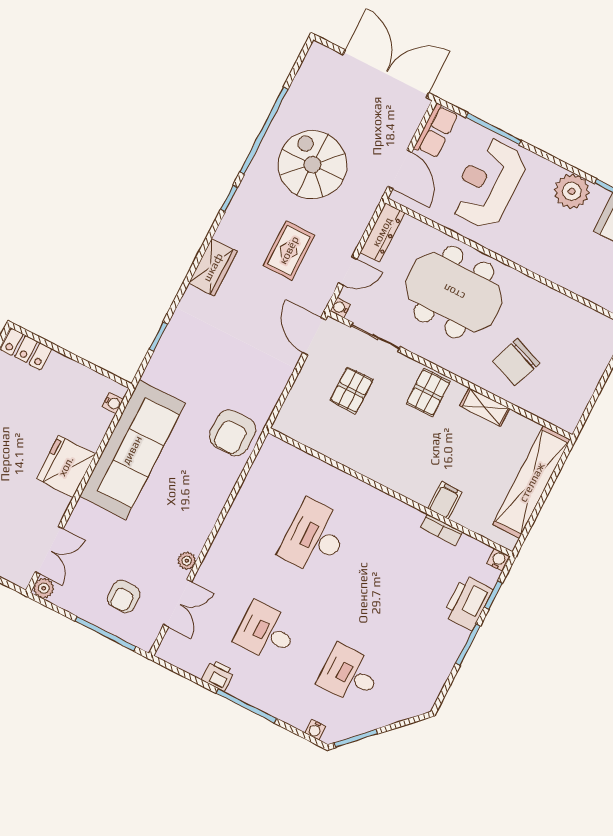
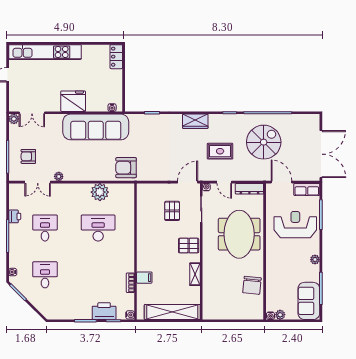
door: (400, 169) -> (281, 182), swing flipped
plant: (572, 191) -> (315, 260), width x0.53, depth x0.53
chair: (516, 362) -> (252, 285), moved, turned -105
pallet: (351, 390) -> (172, 211), turned 90
plant: (252, 502) -> (100, 192), added

